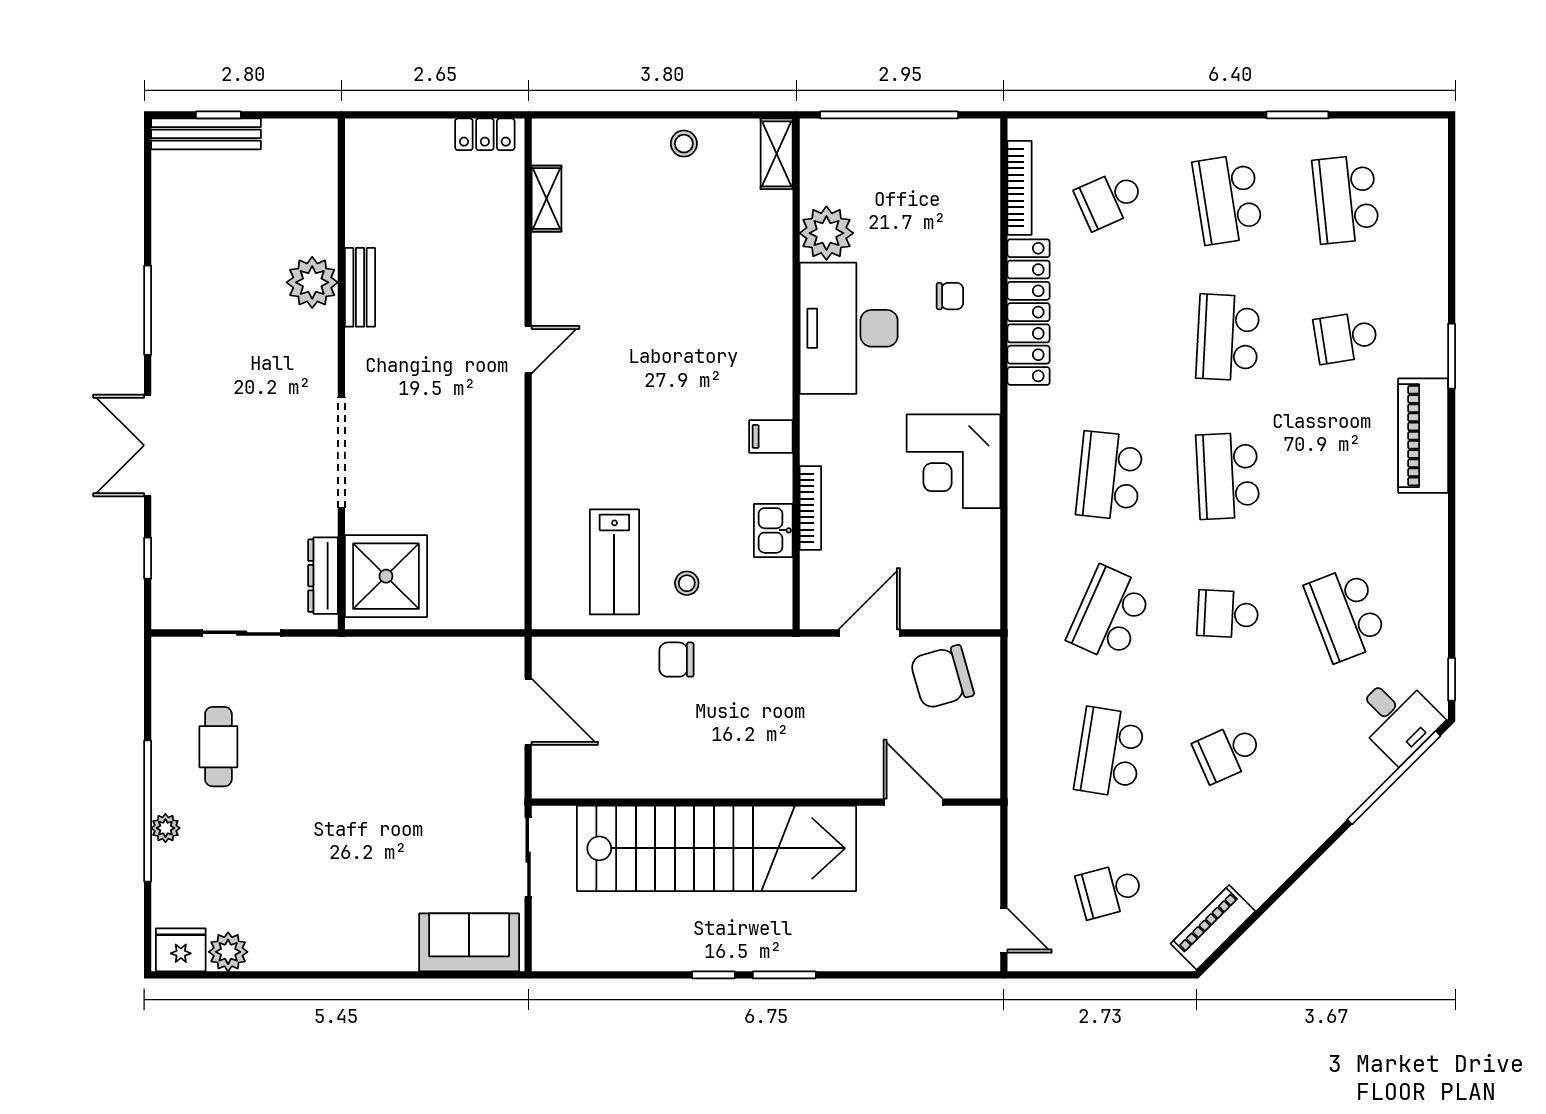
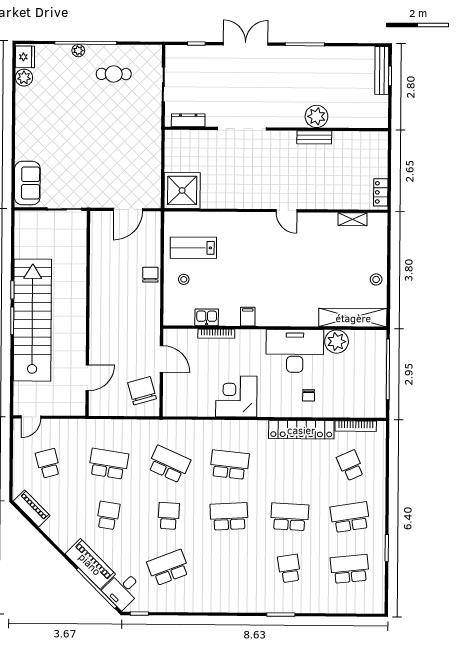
shelving: (777, 154) -> (353, 318), width x2.20, depth x1.33
piano: (1423, 436) -> (90, 564), moved, turned 45
shower: (386, 576) -> (182, 190), moved
school desk: (1228, 752) -> (108, 515), turned 33
stairs: (717, 848) -> (32, 320), moved, turned 180

